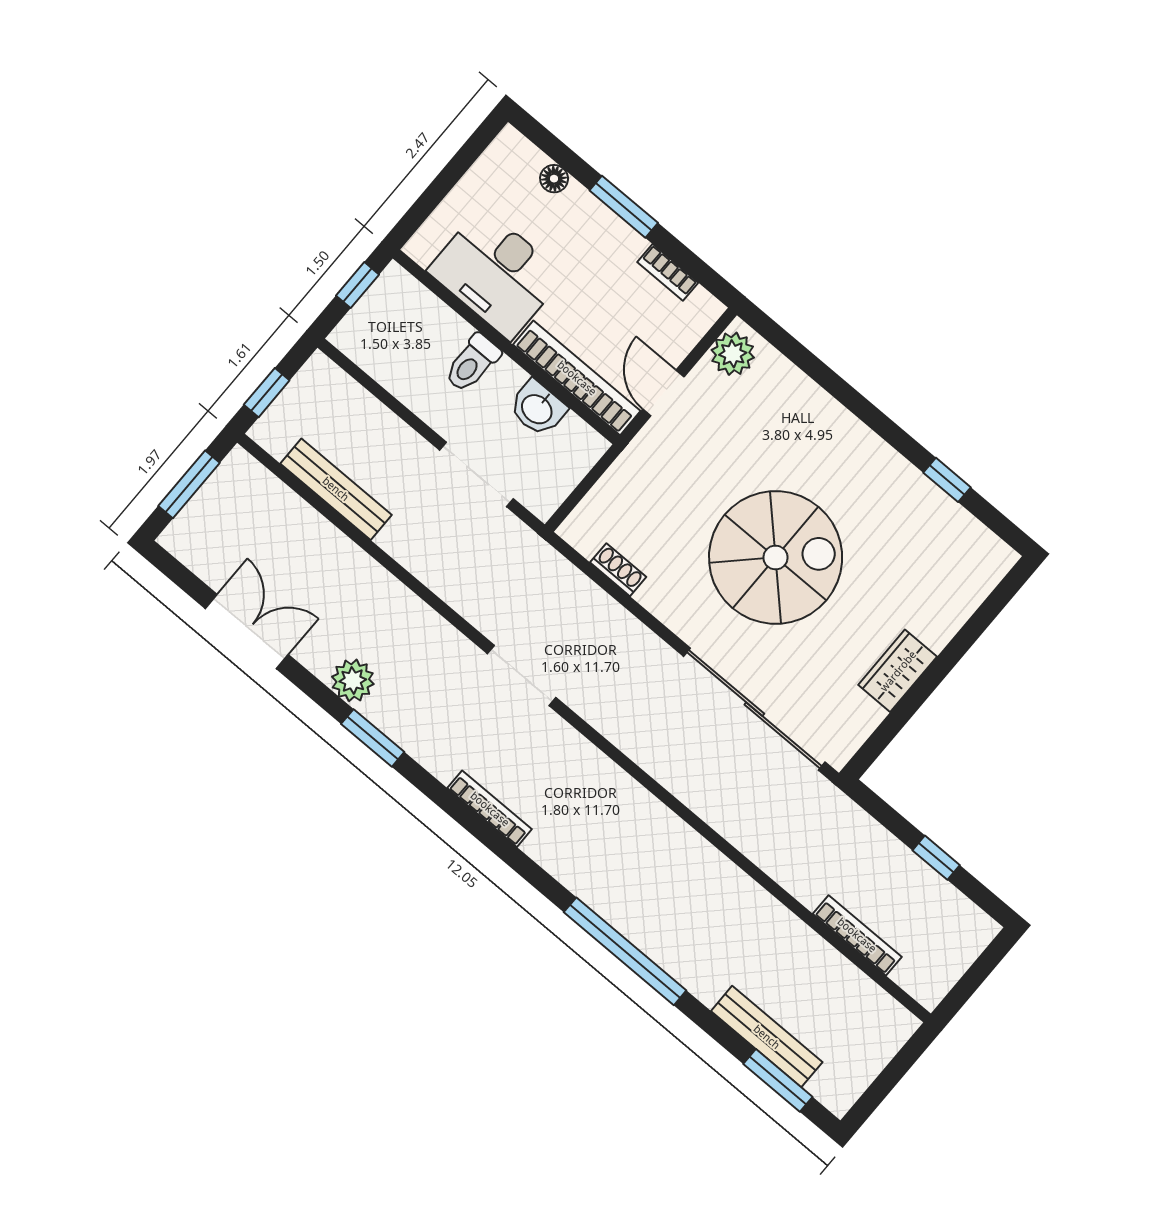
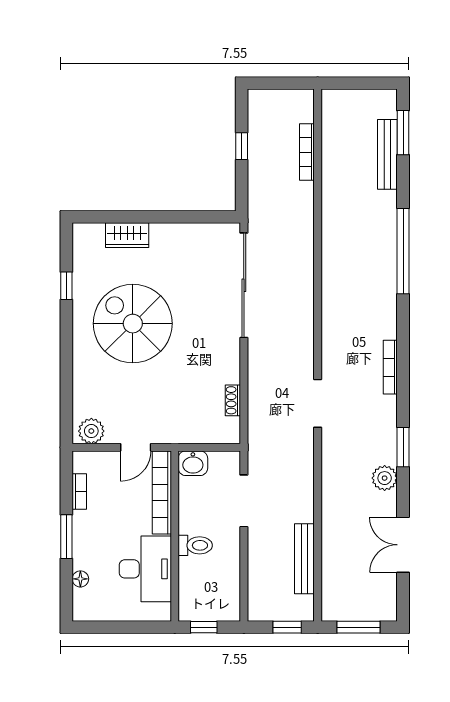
washbasin: (538, 408) -> (193, 463), moved, turned 90
spiral stairs: (776, 557) -> (133, 324), moved
wardrobe: (898, 671) -> (127, 235), moved

